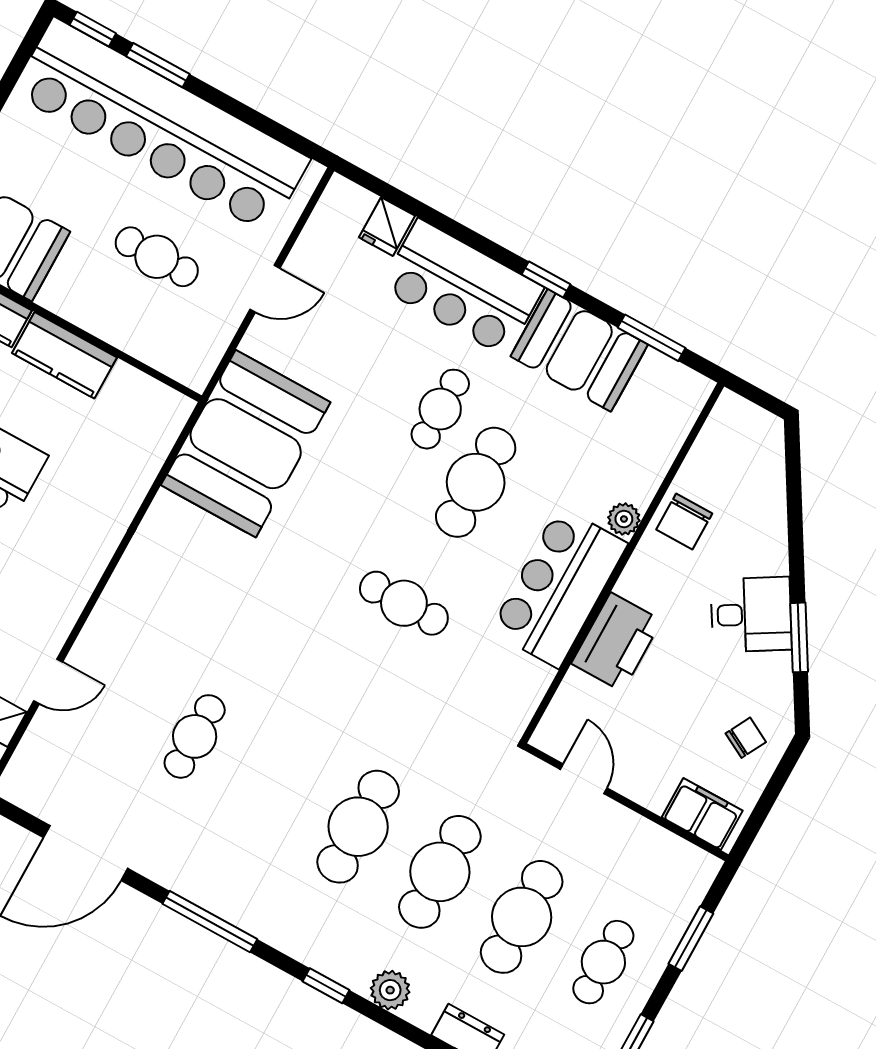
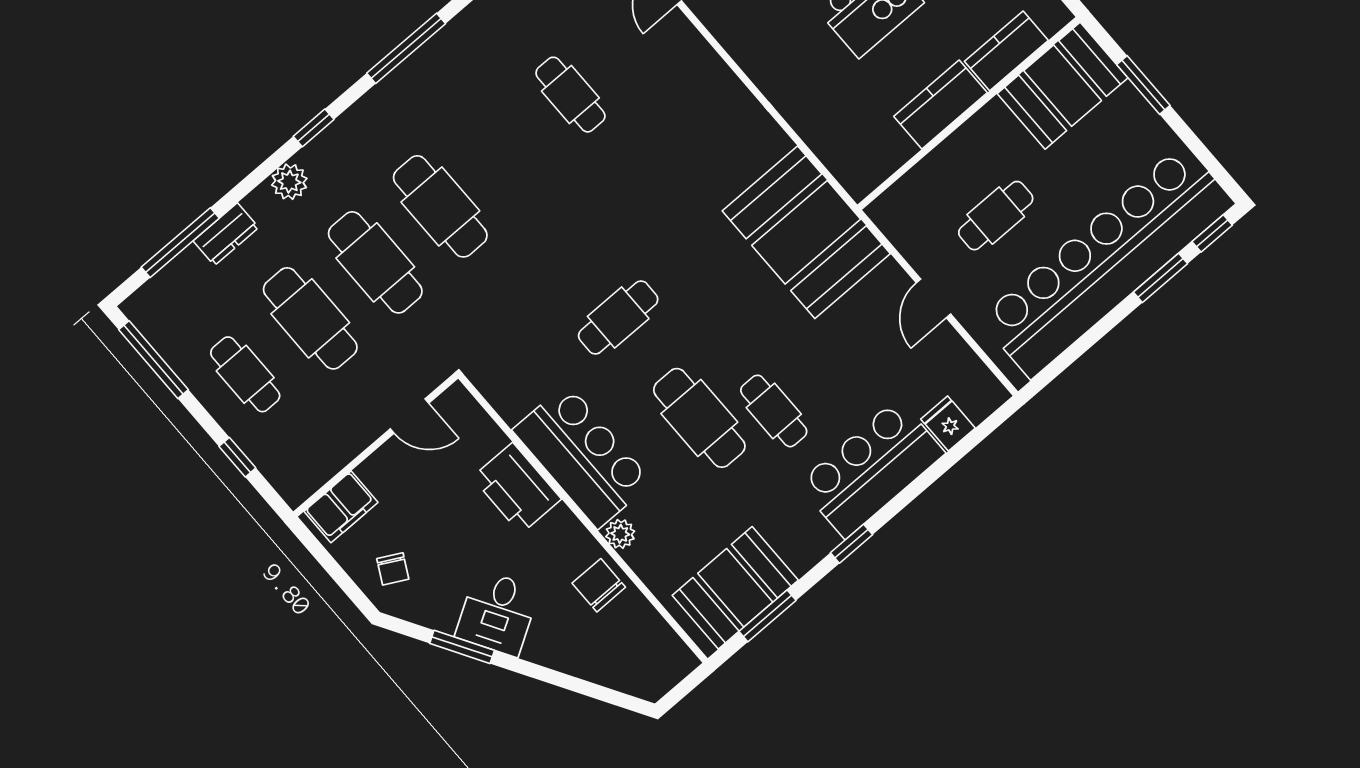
booth: (579, 350) -> (735, 588), moved
window: (691, 939) -> (237, 457), width x0.67

